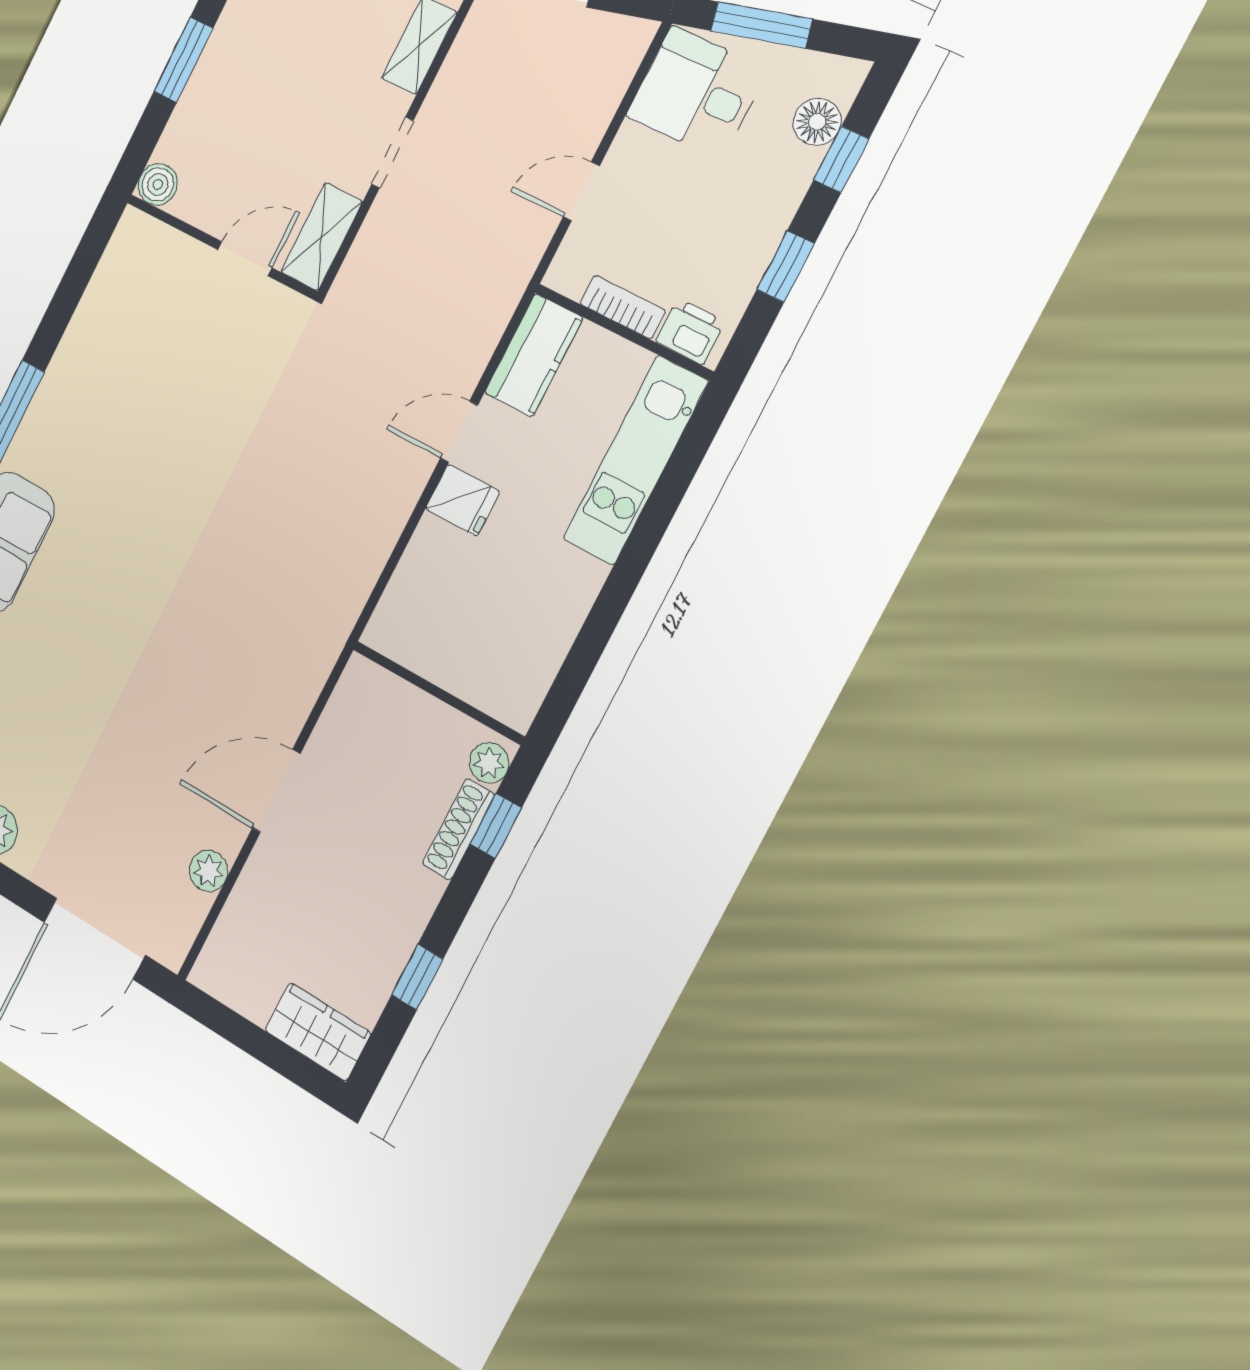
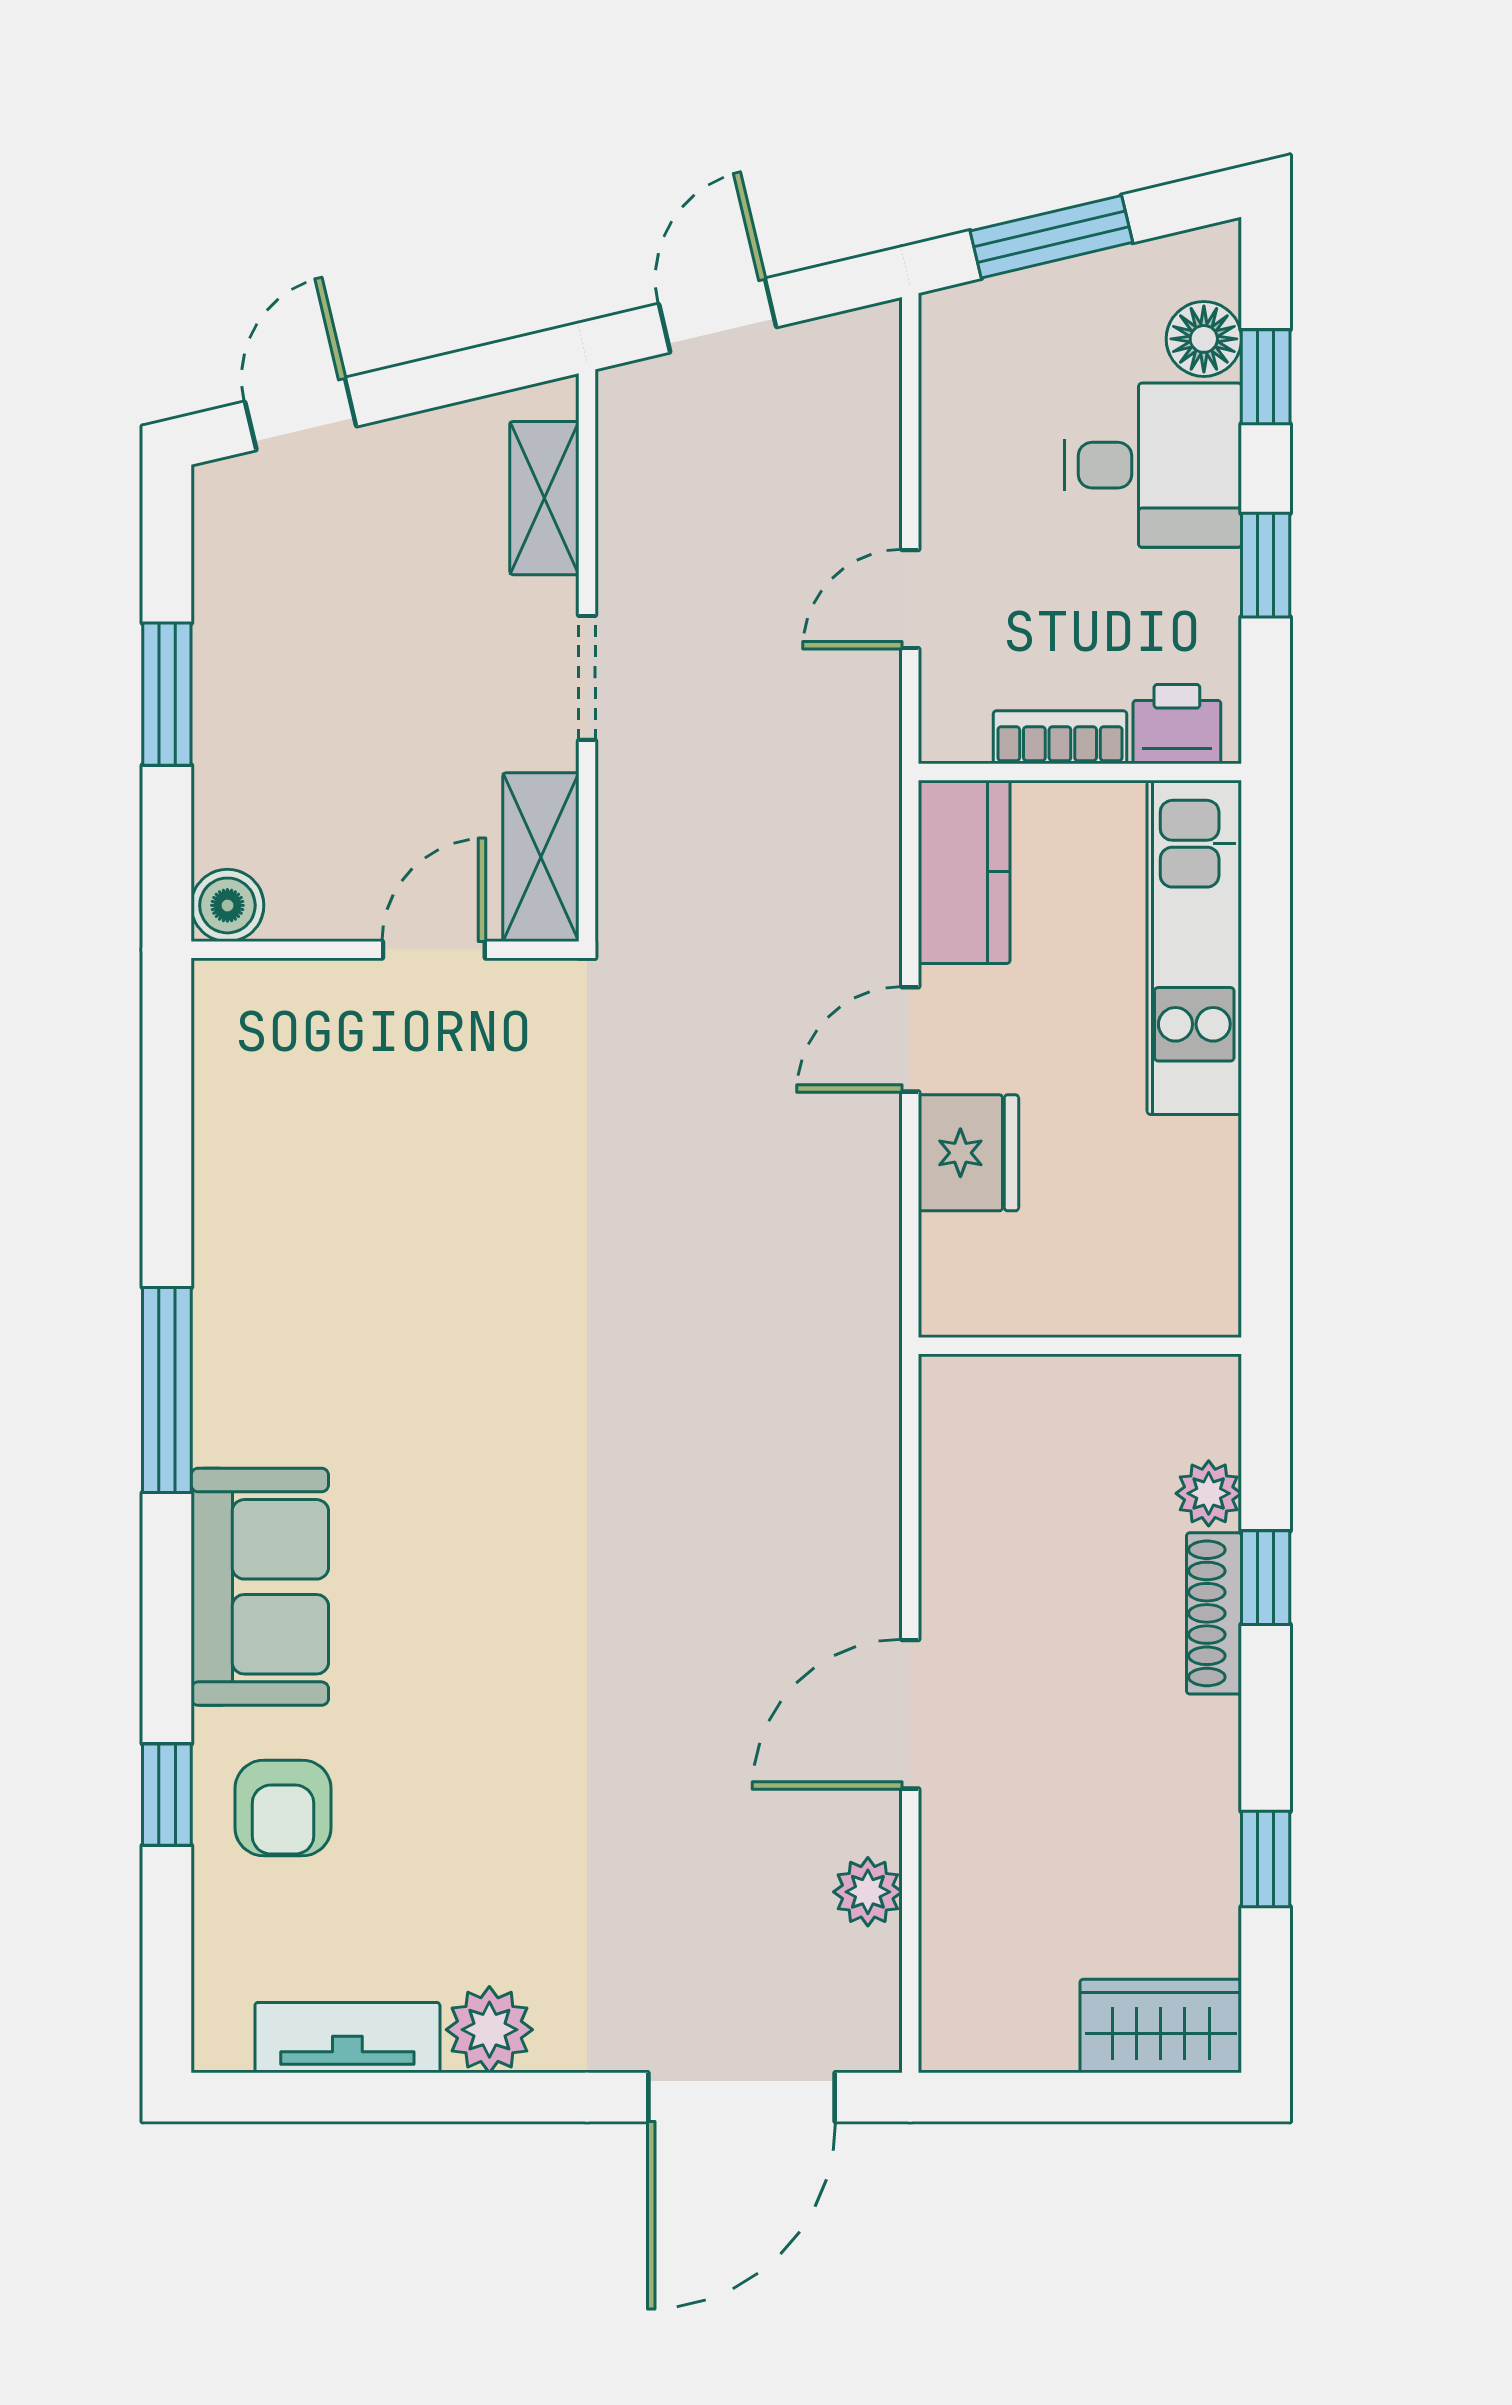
desk: (696, 93) -> (1153, 465), moved, turned 180
fridge: (463, 500) -> (968, 1153), width x1.38
wall: (438, 693) -> (1080, 1346), moved

